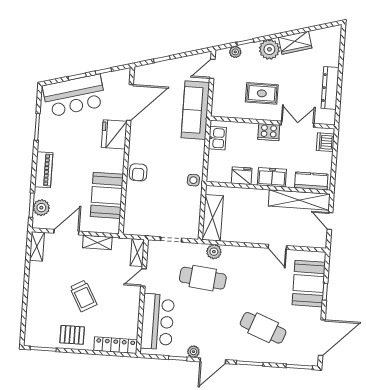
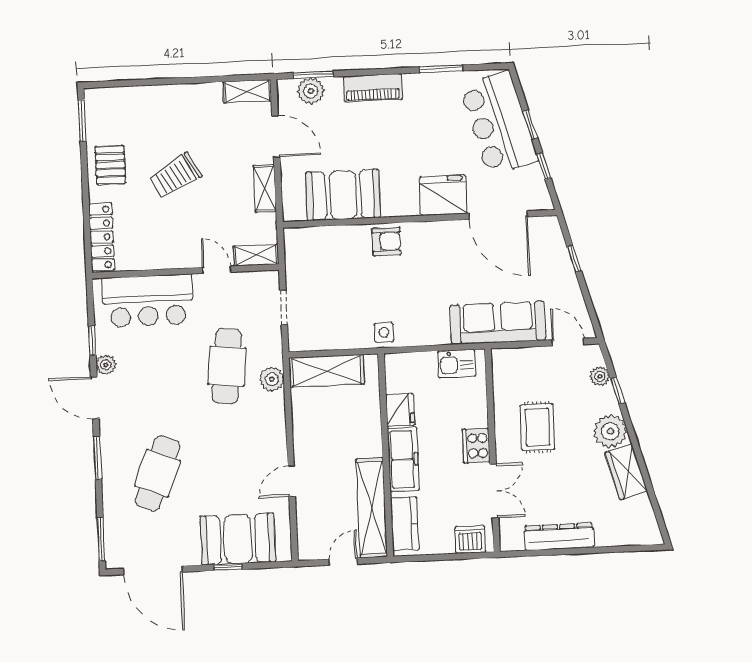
armchair: (138, 172) -> (386, 241), turned 180
freezer: (272, 177) -> (403, 459), width x1.40

